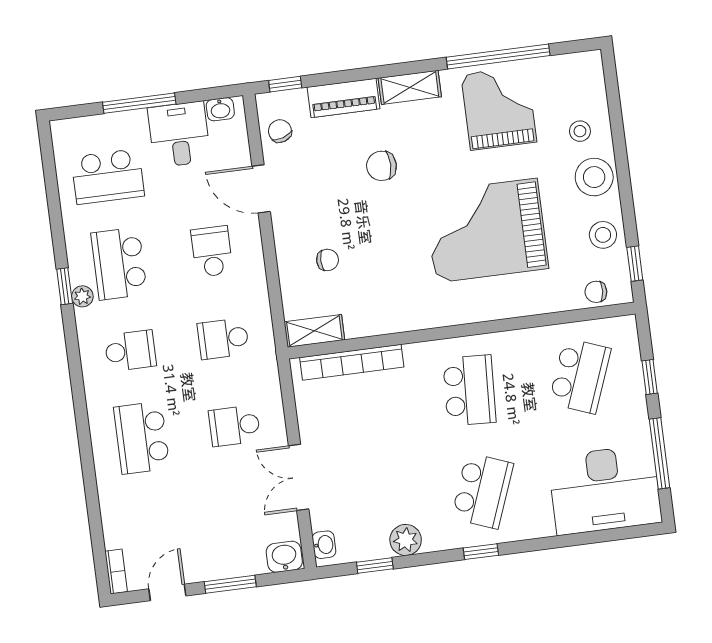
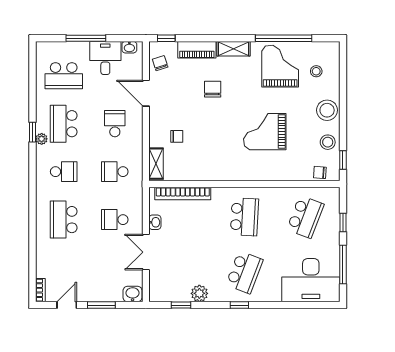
stool: (580, 131) -> (316, 71), moved
chair: (381, 166) -> (213, 89), turned 90
grand piano: (486, 231) -> (265, 132), width x0.73, depth x0.68
shelving: (314, 331) -> (156, 164), moved, turned 90
washbasin: (324, 545) -> (155, 222), moved

